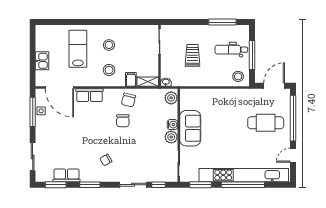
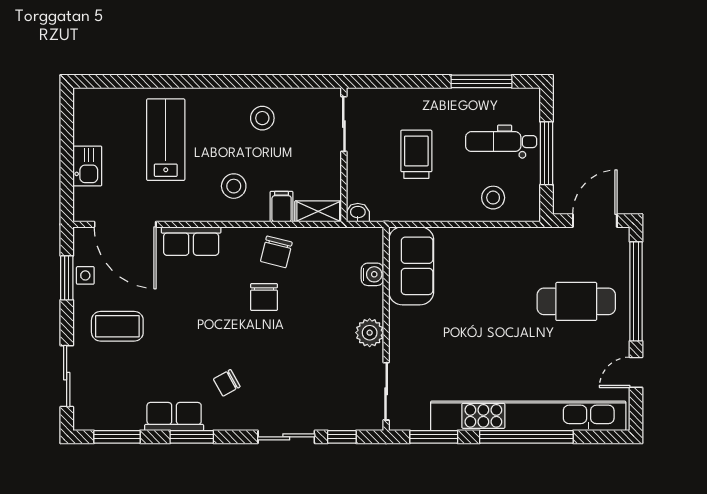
stool: (109, 45) -> (262, 118), moved
stool: (238, 76) -> (493, 198), moved
plant: (171, 98) -> (370, 247), removed
window: (33, 112) -> (67, 278), width x0.69
water cooler: (172, 125) -> (372, 274), moved
sofa: (190, 128) -> (411, 266), moved
coffee table: (56, 134) -> (117, 326), added
row of seats: (66, 175) -> (174, 417), moved

